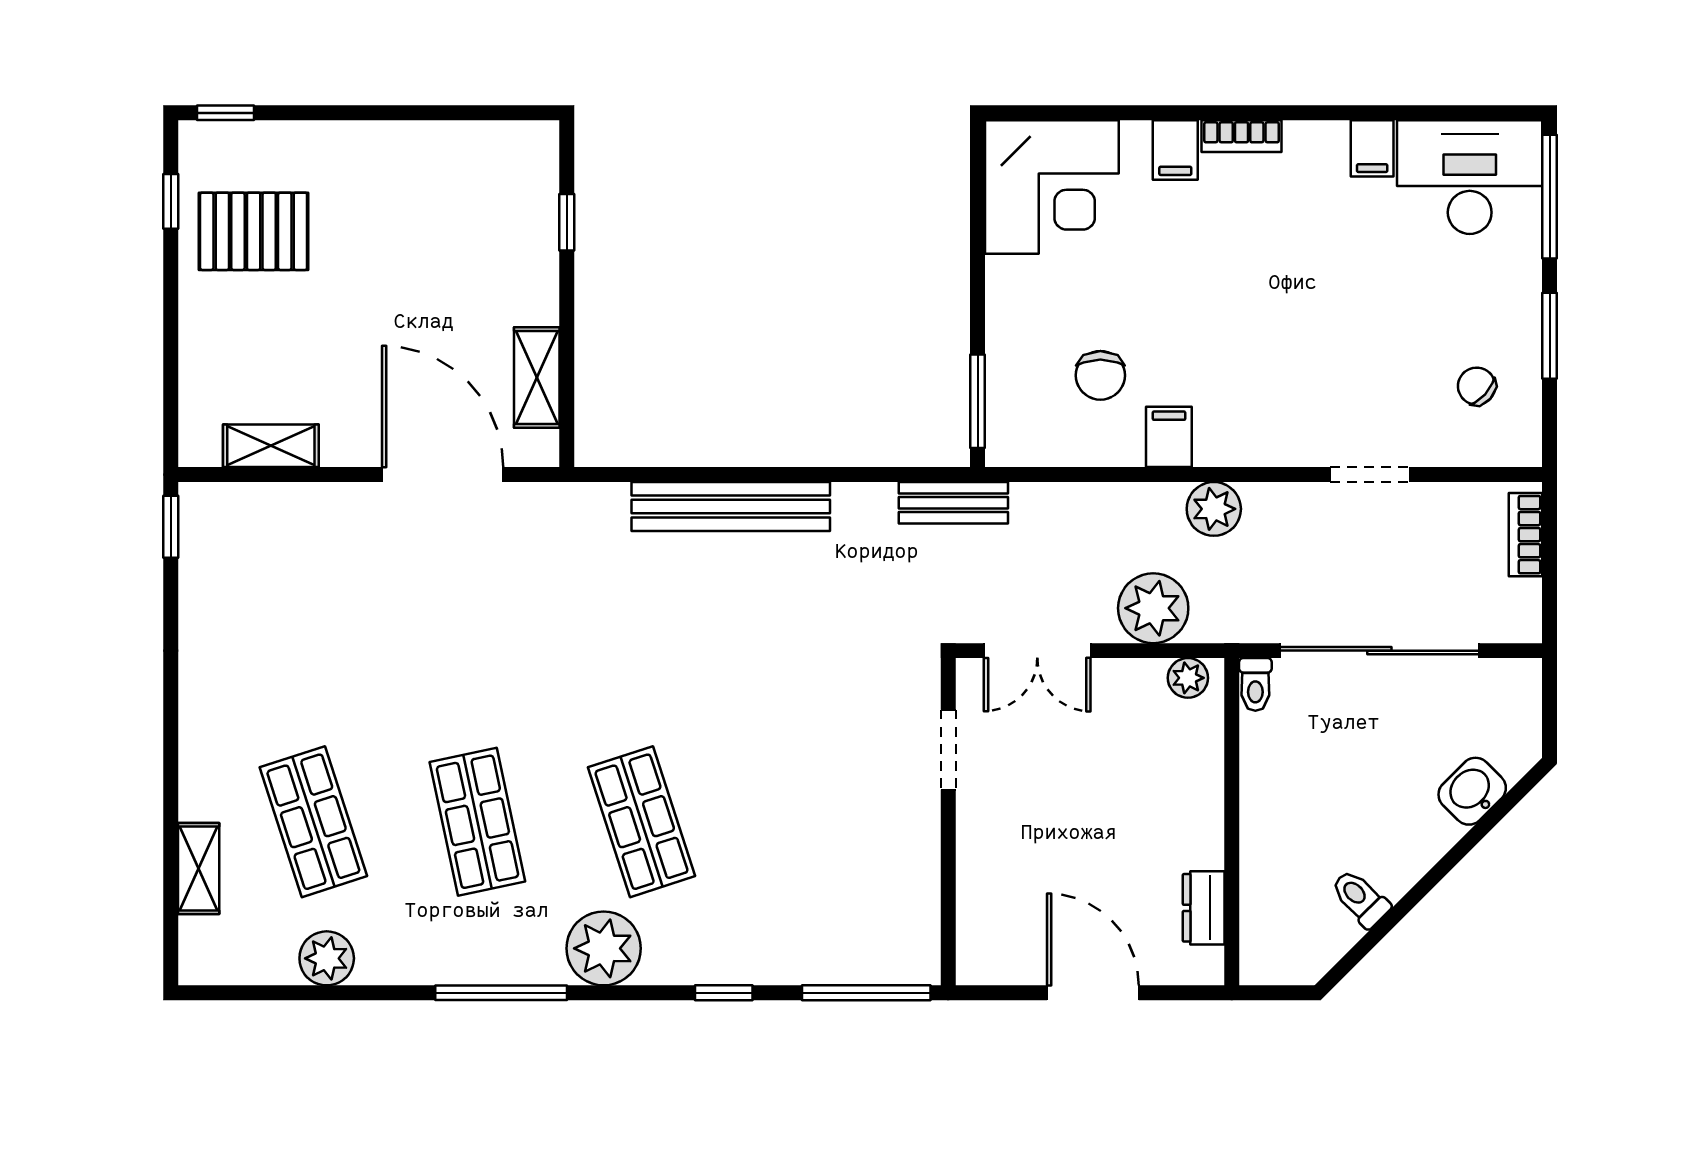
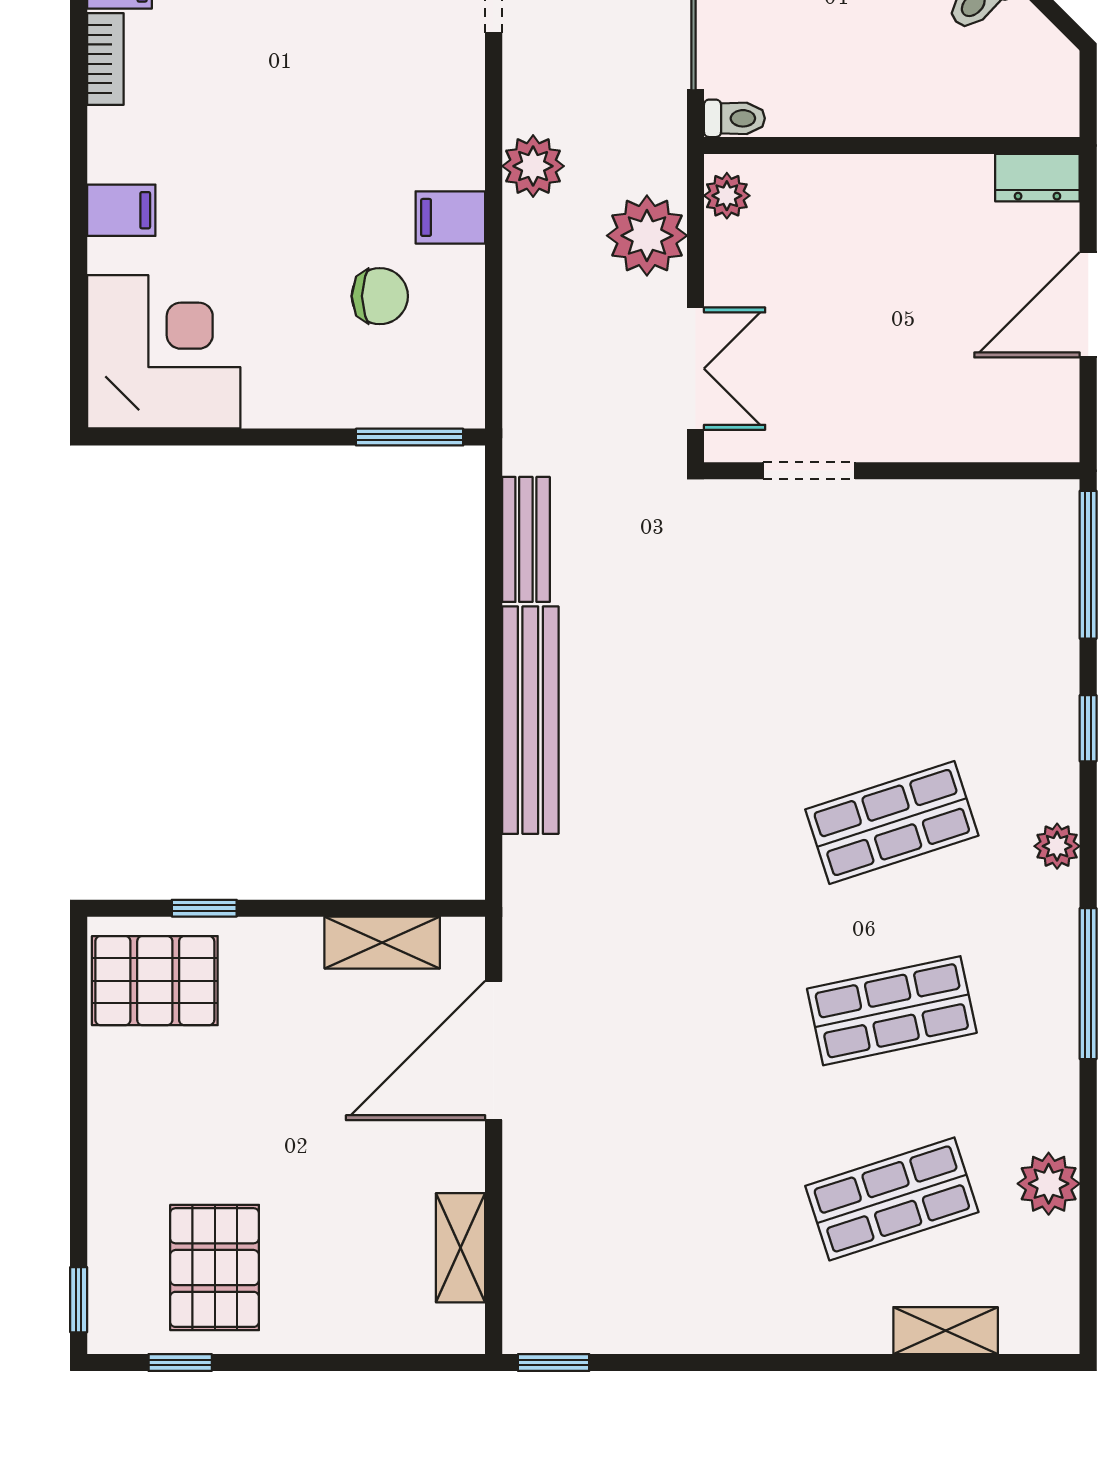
bookcase: (1242, 136) -> (105, 59), moved
pallet: (504, 179) -> (155, 981), added
bench: (953, 503) -> (526, 539), moved
dresser: (1204, 908) -> (1037, 178), moved
plant: (604, 948) -> (1057, 846), width x0.53, depth x0.53

